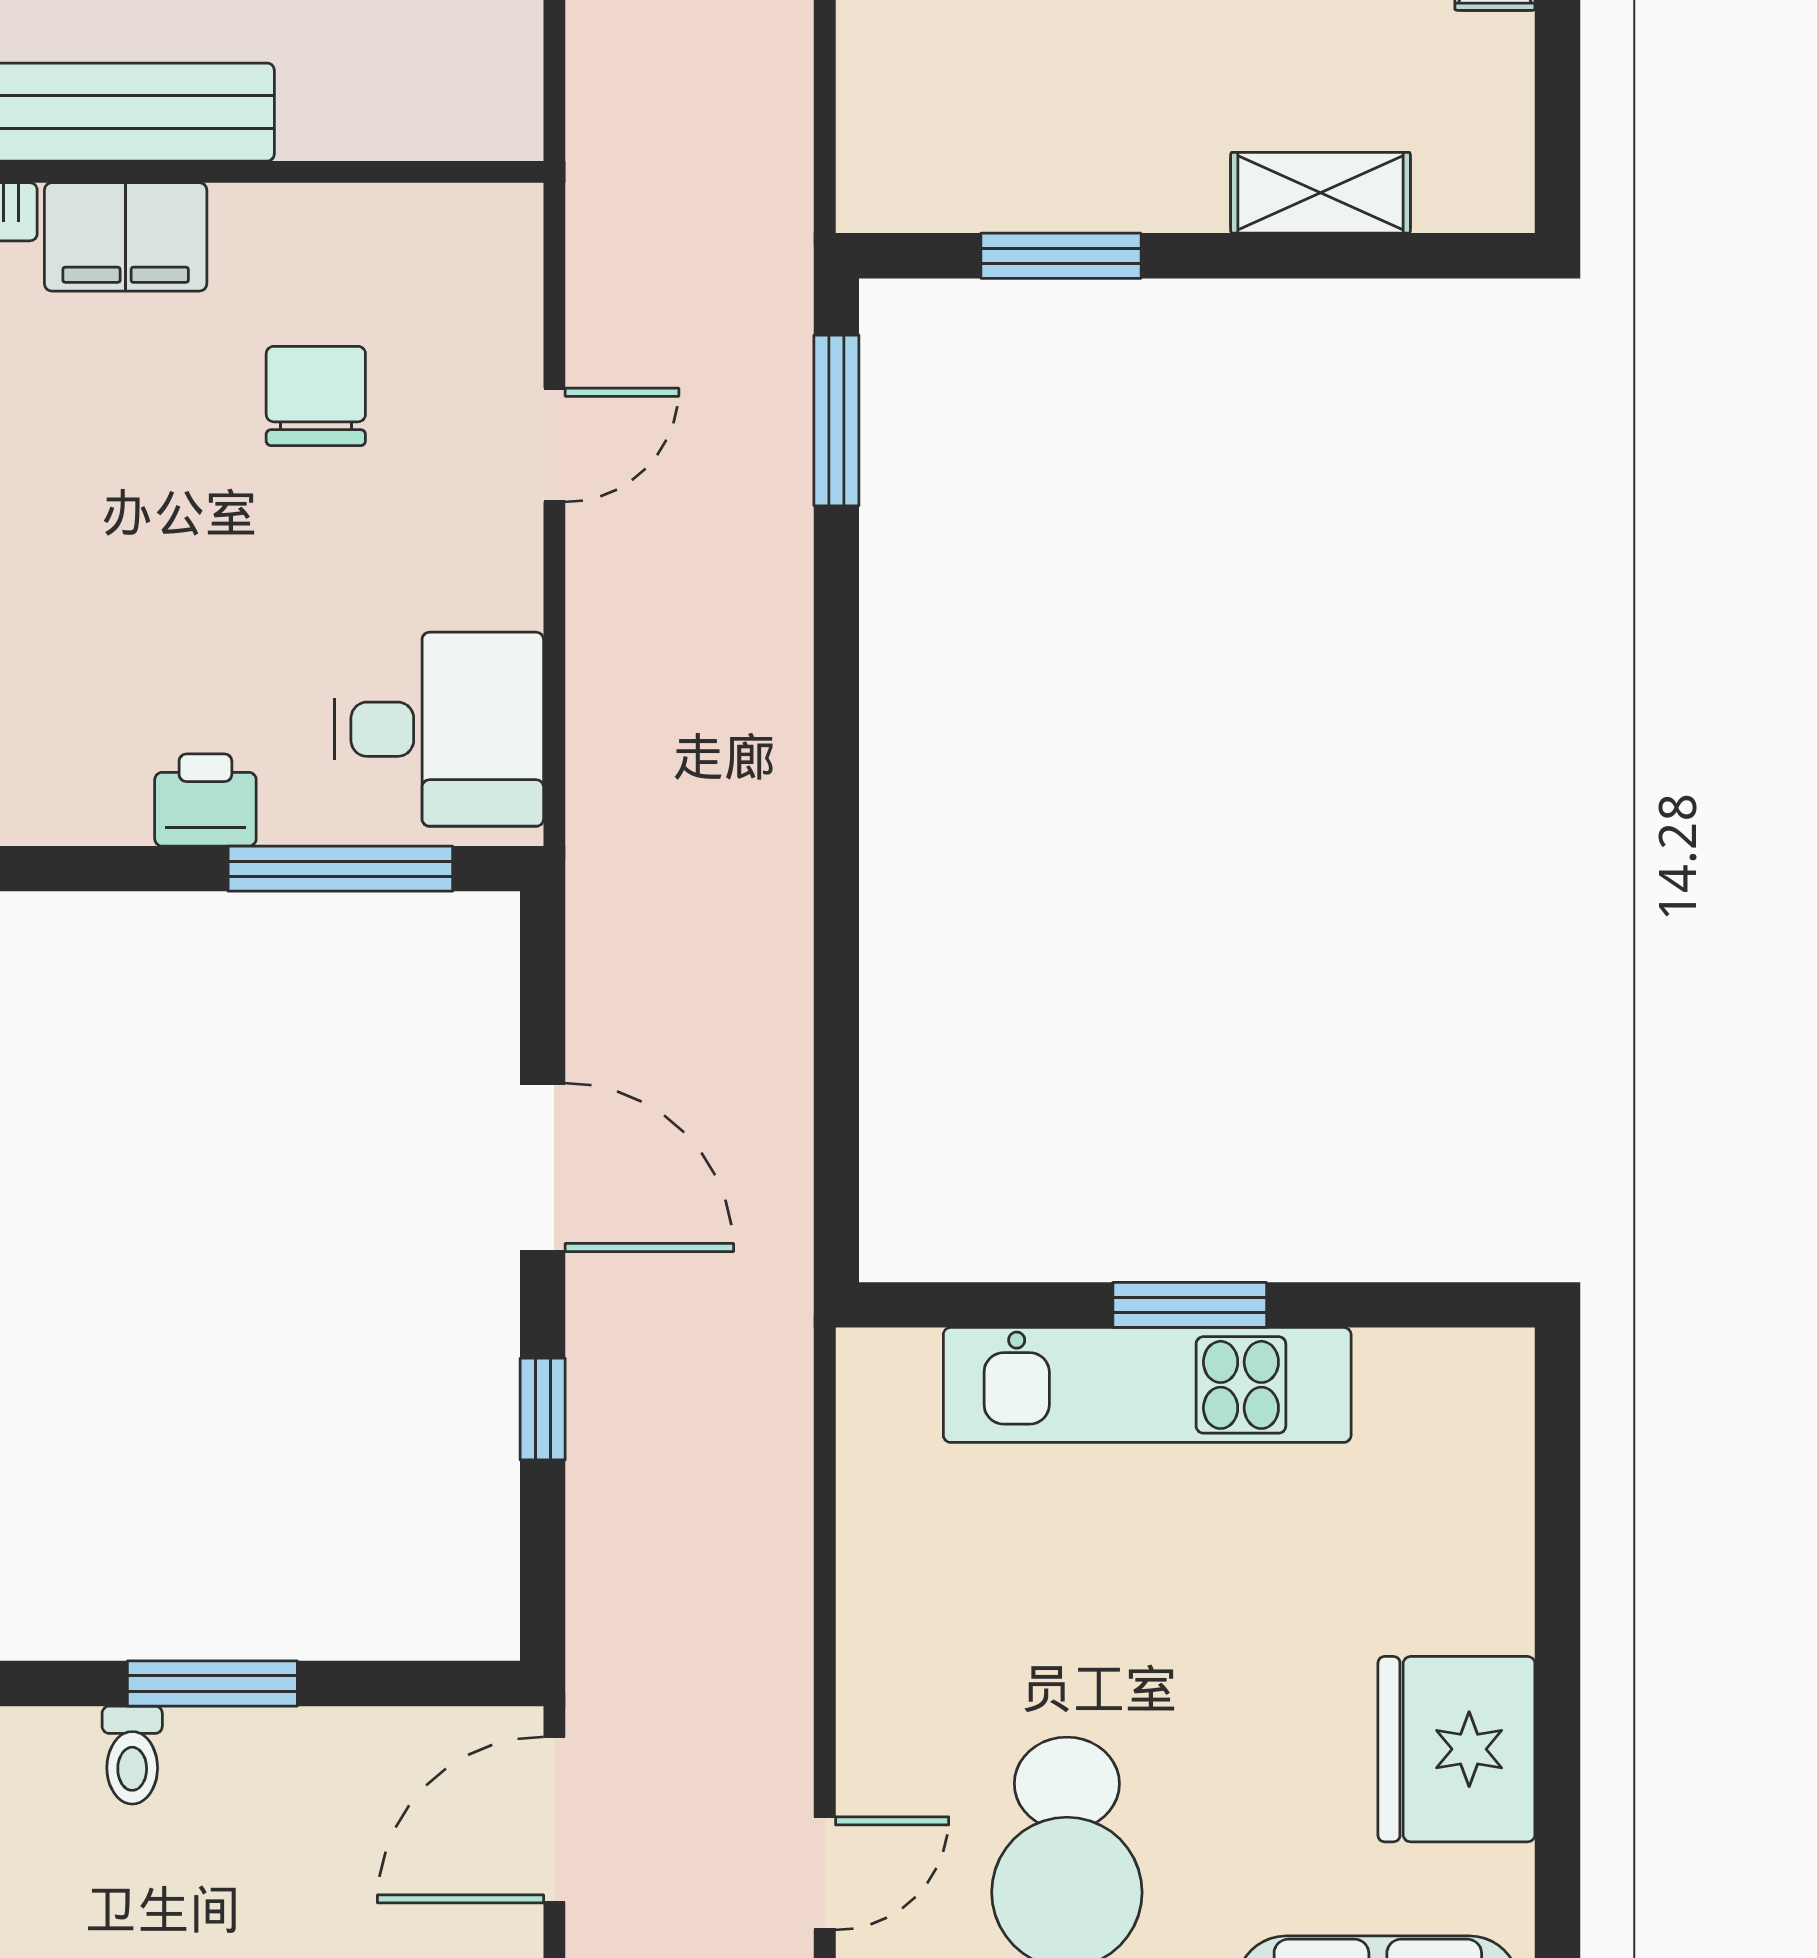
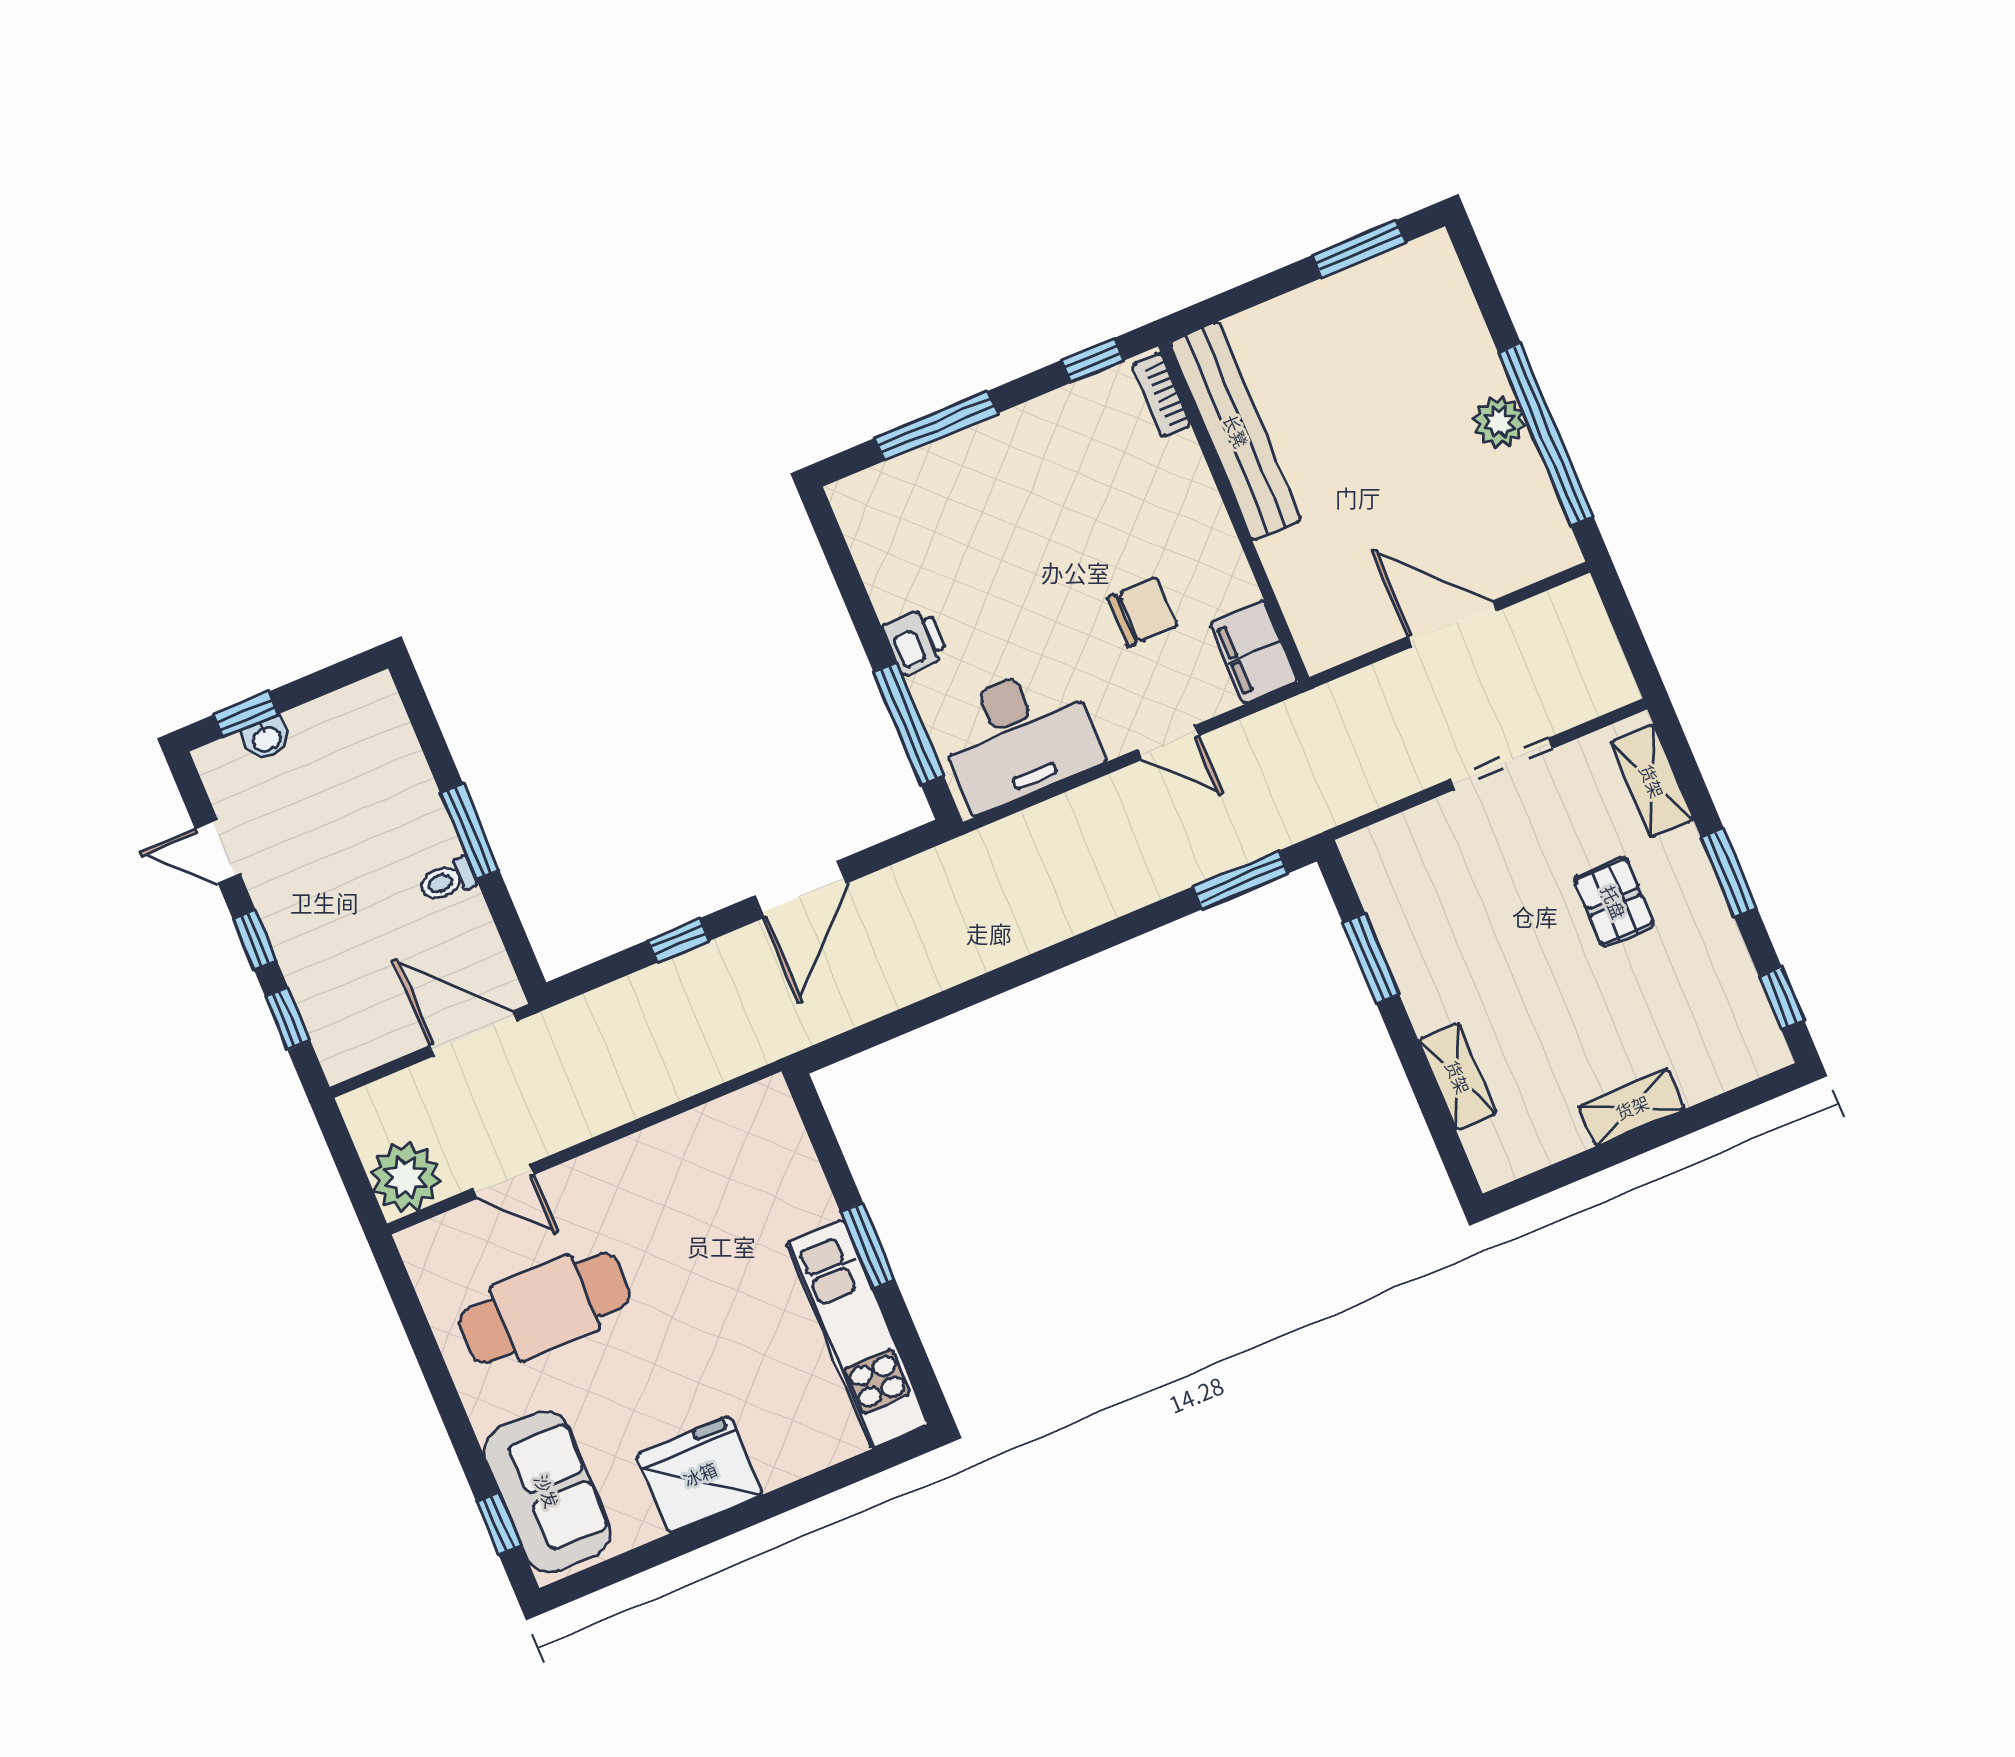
filing cabinet: (126, 237) -> (1254, 652), moved
desk: (439, 729) -> (1018, 737), width x1.37
kitchen unit: (1147, 1385) -> (857, 1334), moved
toilet: (132, 1755) -> (447, 880), moved

